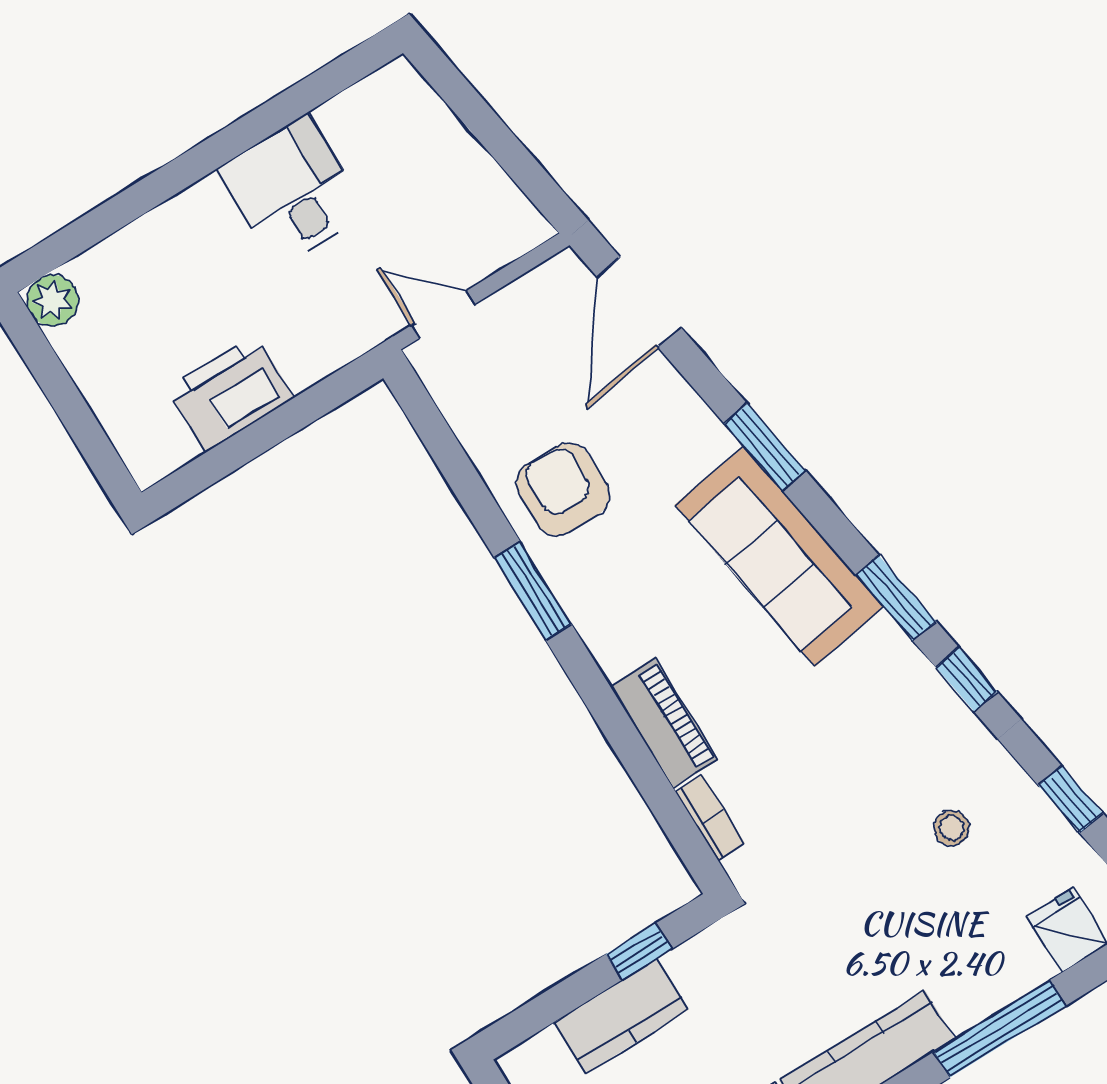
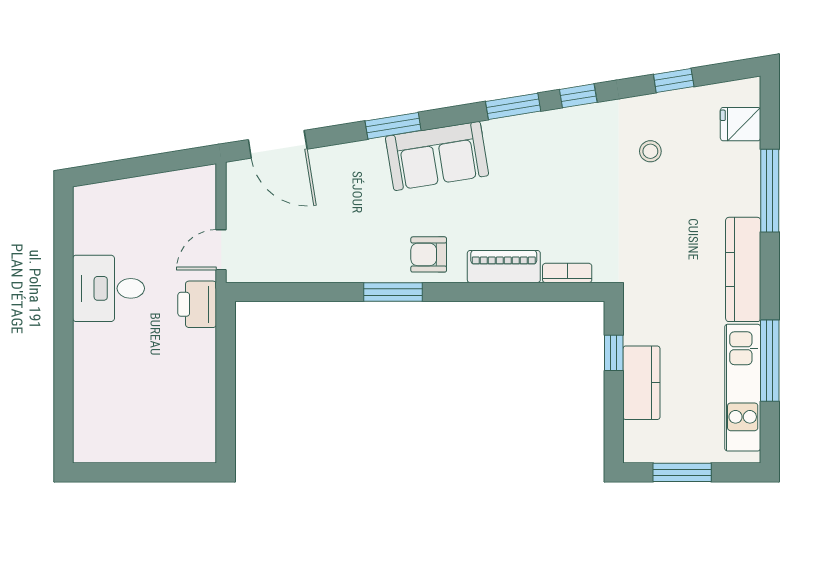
plant: (53, 301) -> (88, 448), removed
printer: (230, 393) -> (197, 304), moved, width x0.73, depth x0.84
armchair: (563, 489) -> (429, 254), moved, width x0.72, depth x0.72
sofa: (779, 556) -> (437, 156), width x0.73

